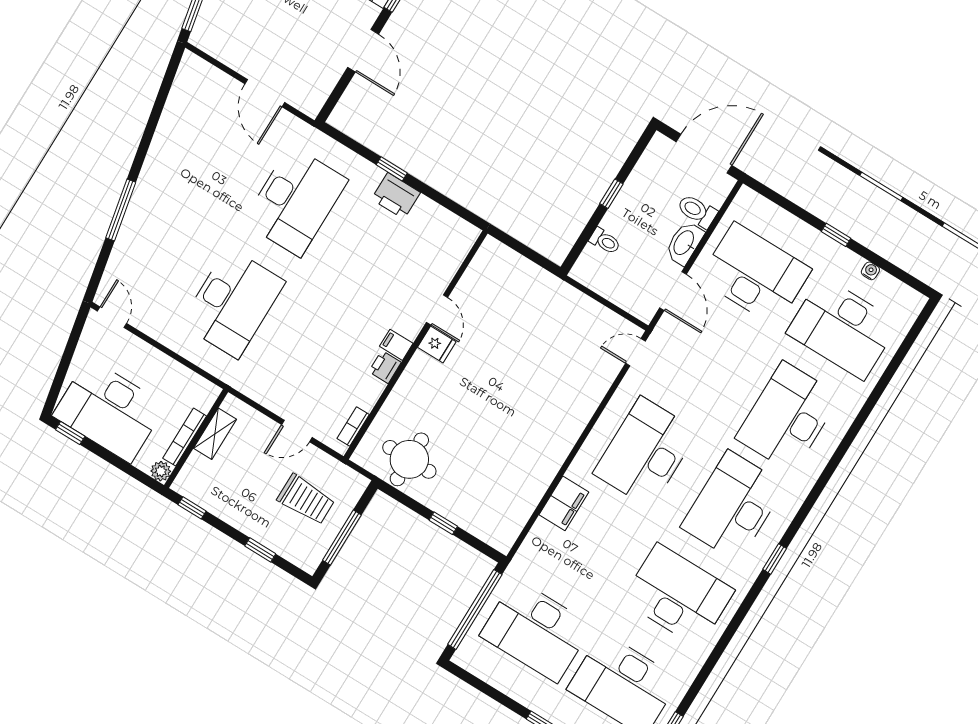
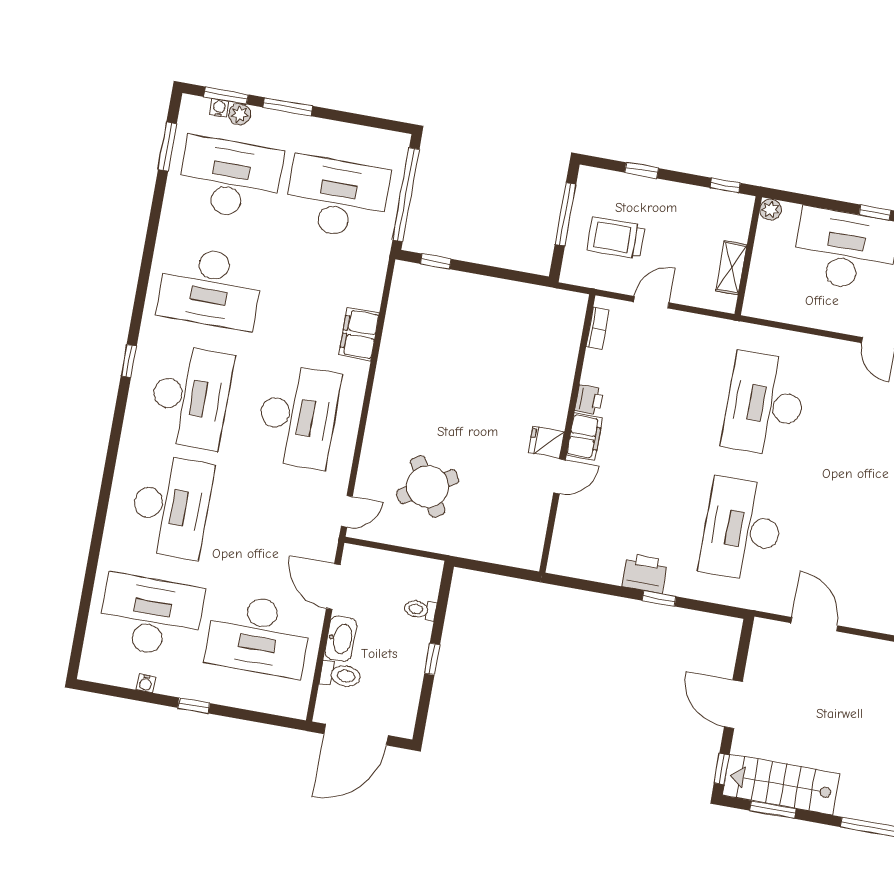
door: (437, 310) -> (560, 476), swing flipped
filing cabinet: (396, 345) -> (584, 437), width x2.00
bookcase: (185, 437) -> (760, 253), removed
round table: (409, 459) -> (428, 486), moved, turned -31
window: (443, 523) -> (436, 261), moved

